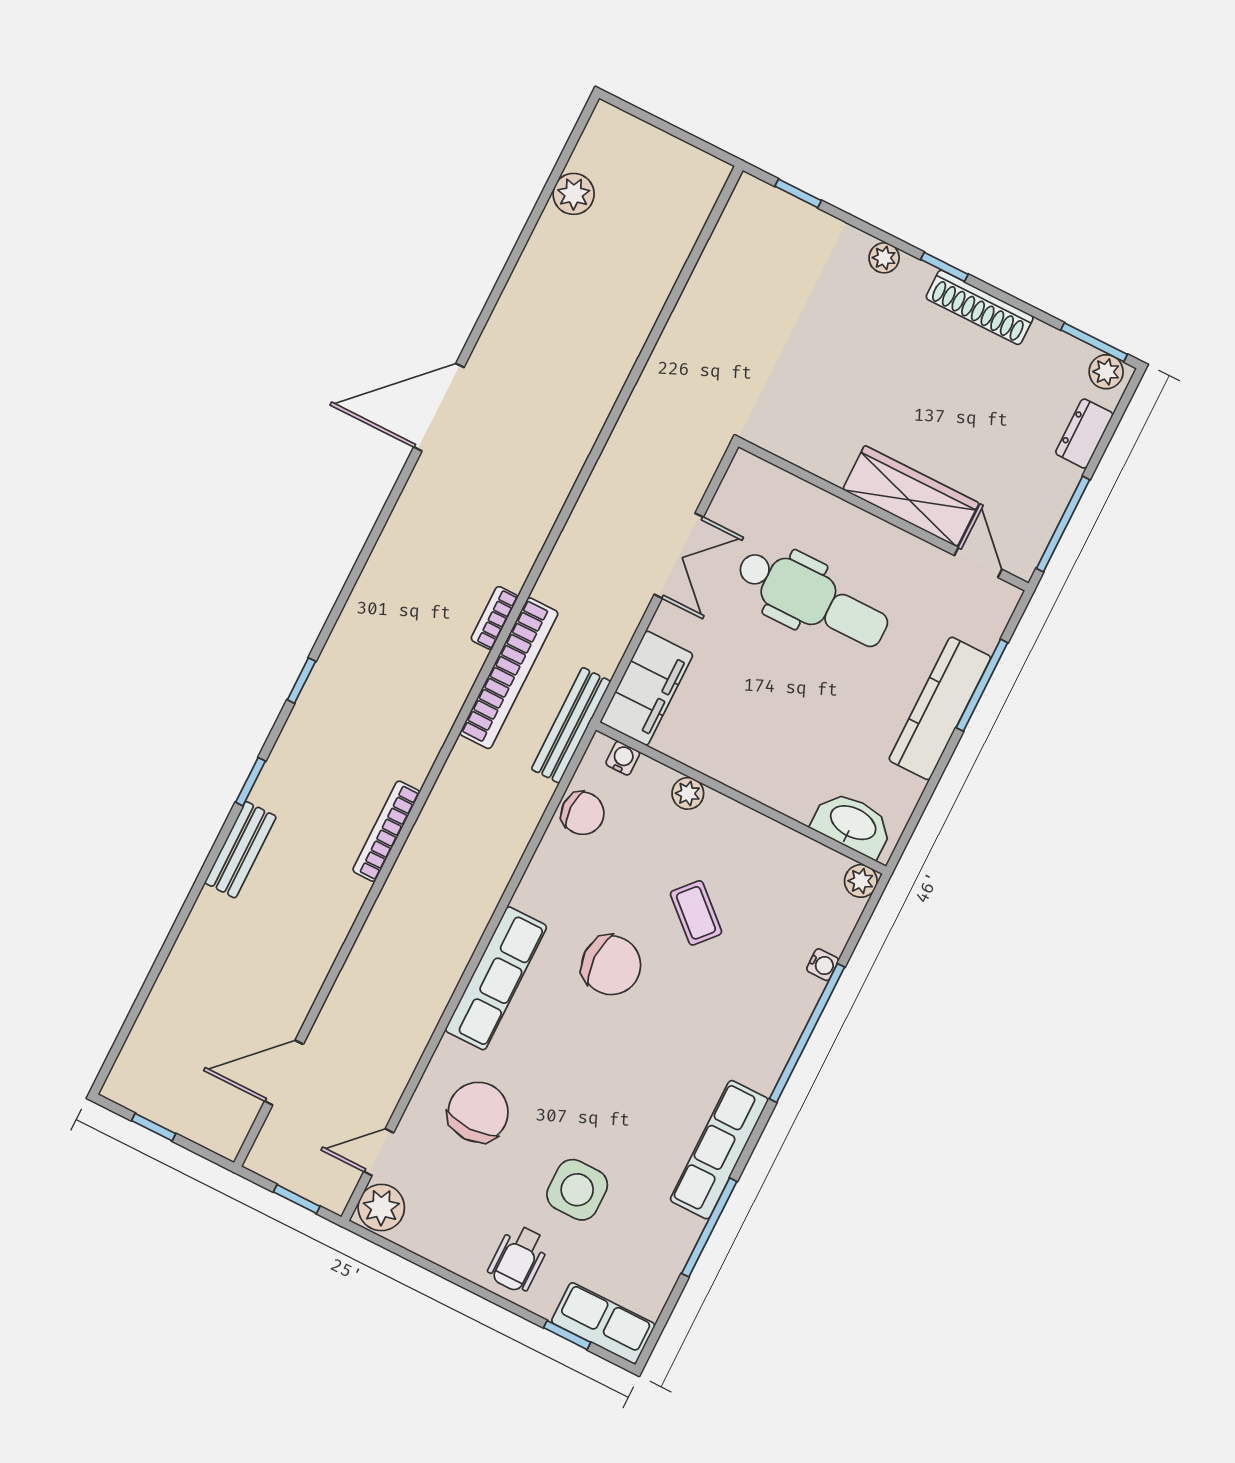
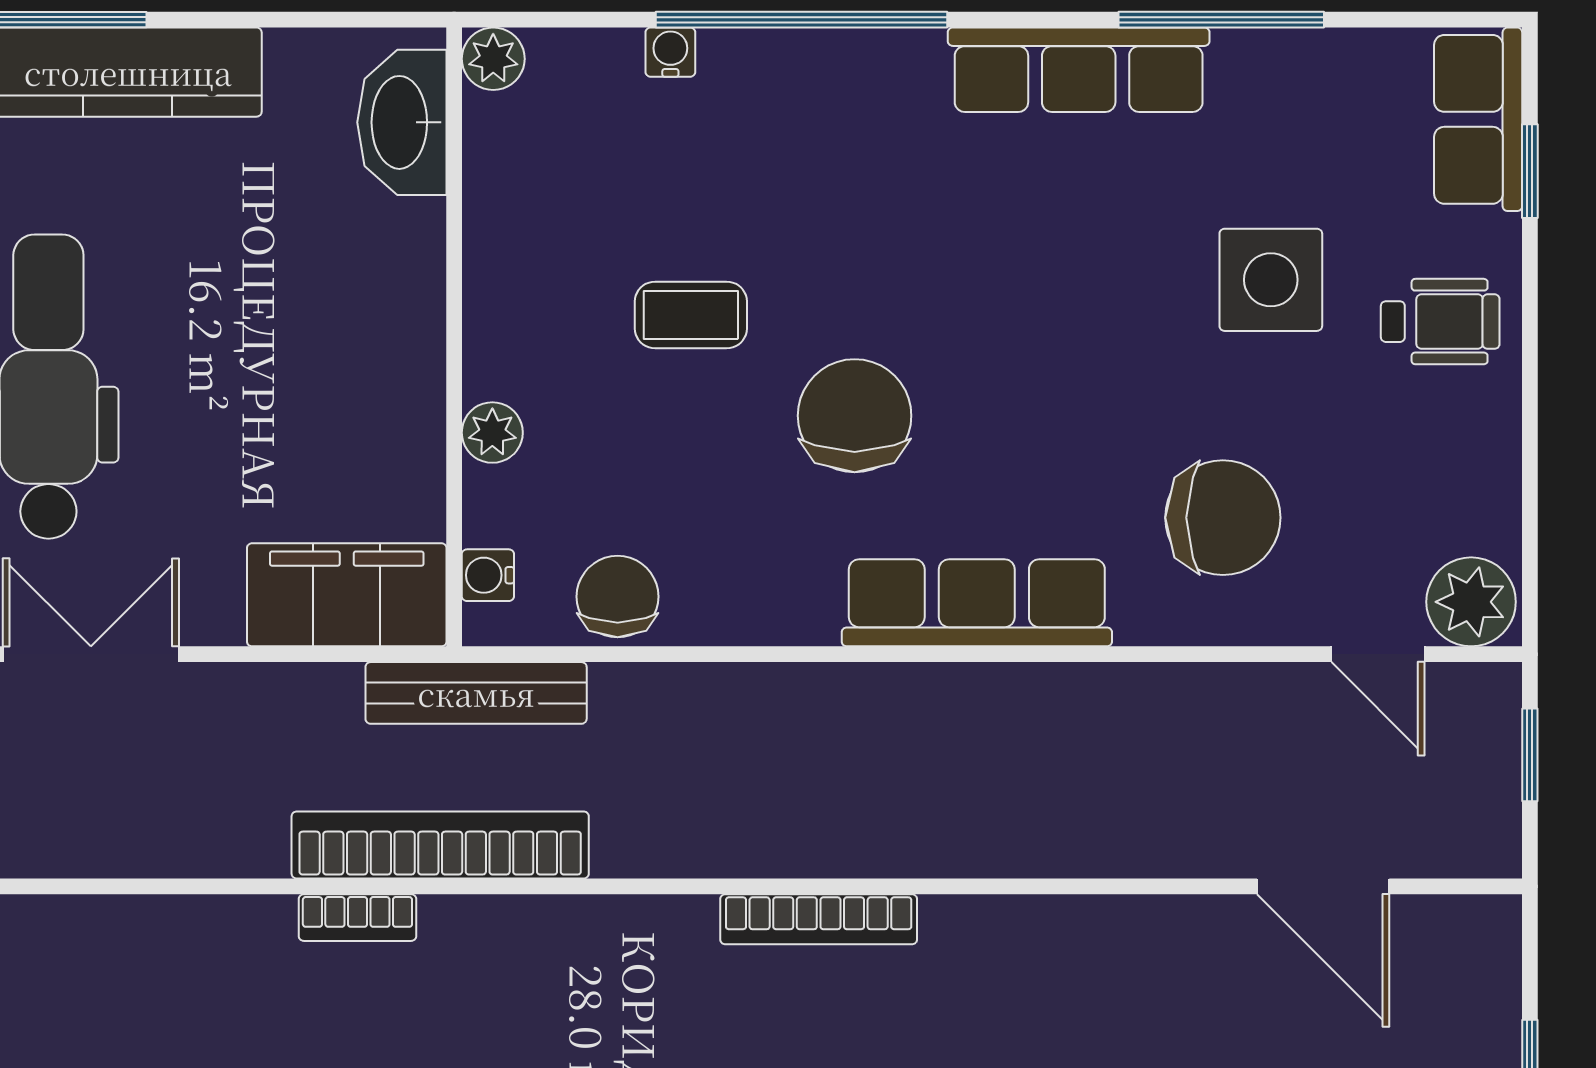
coffee table: (696, 913) -> (691, 315), turned 48
chair: (478, 1112) -> (1223, 518), turned 180

